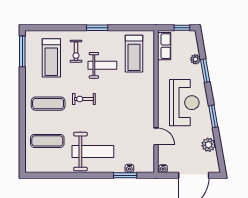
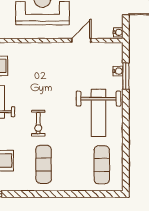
exercise mat: (47, 141) -> (102, 165), moved
weight bench: (93, 152) -> (99, 113), turned 180

